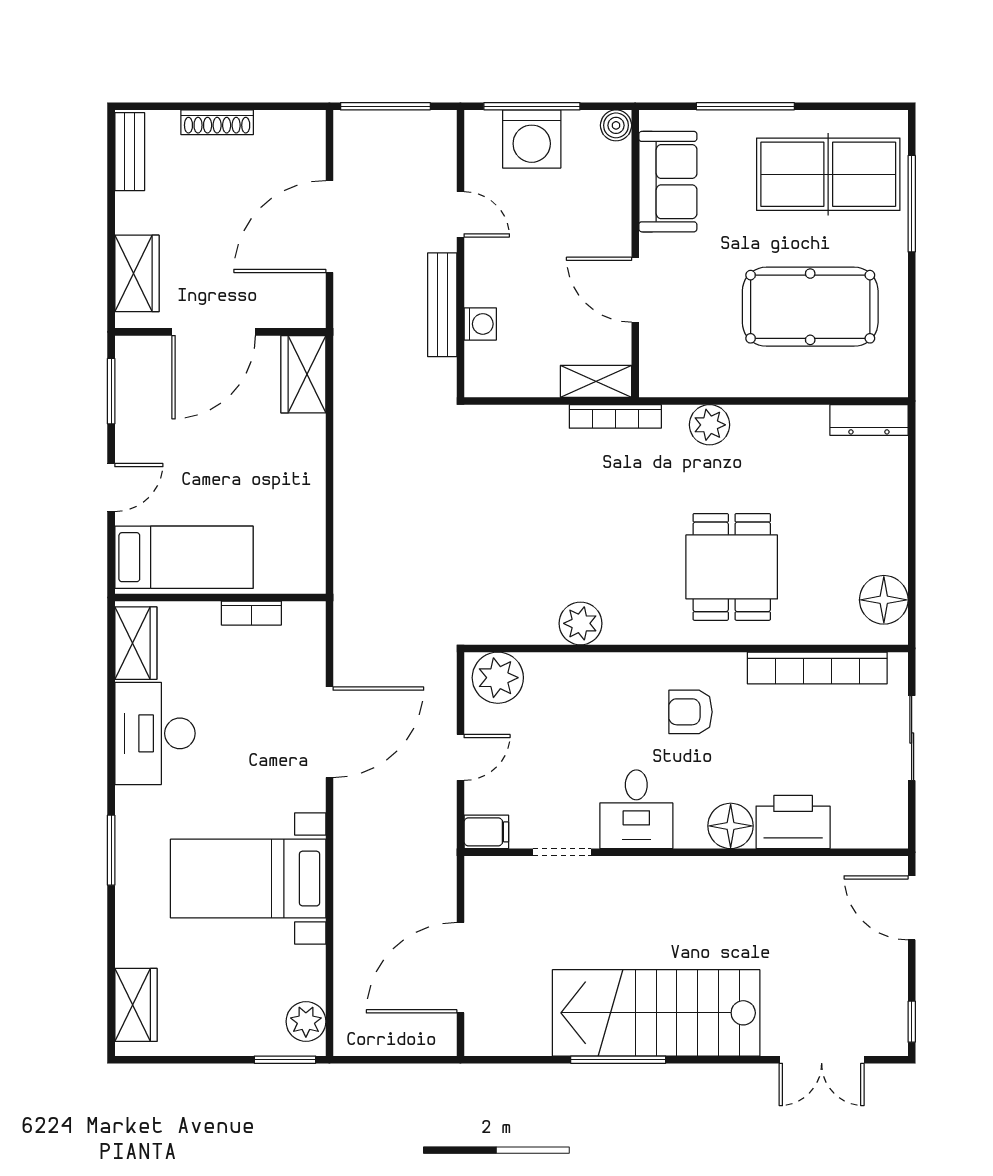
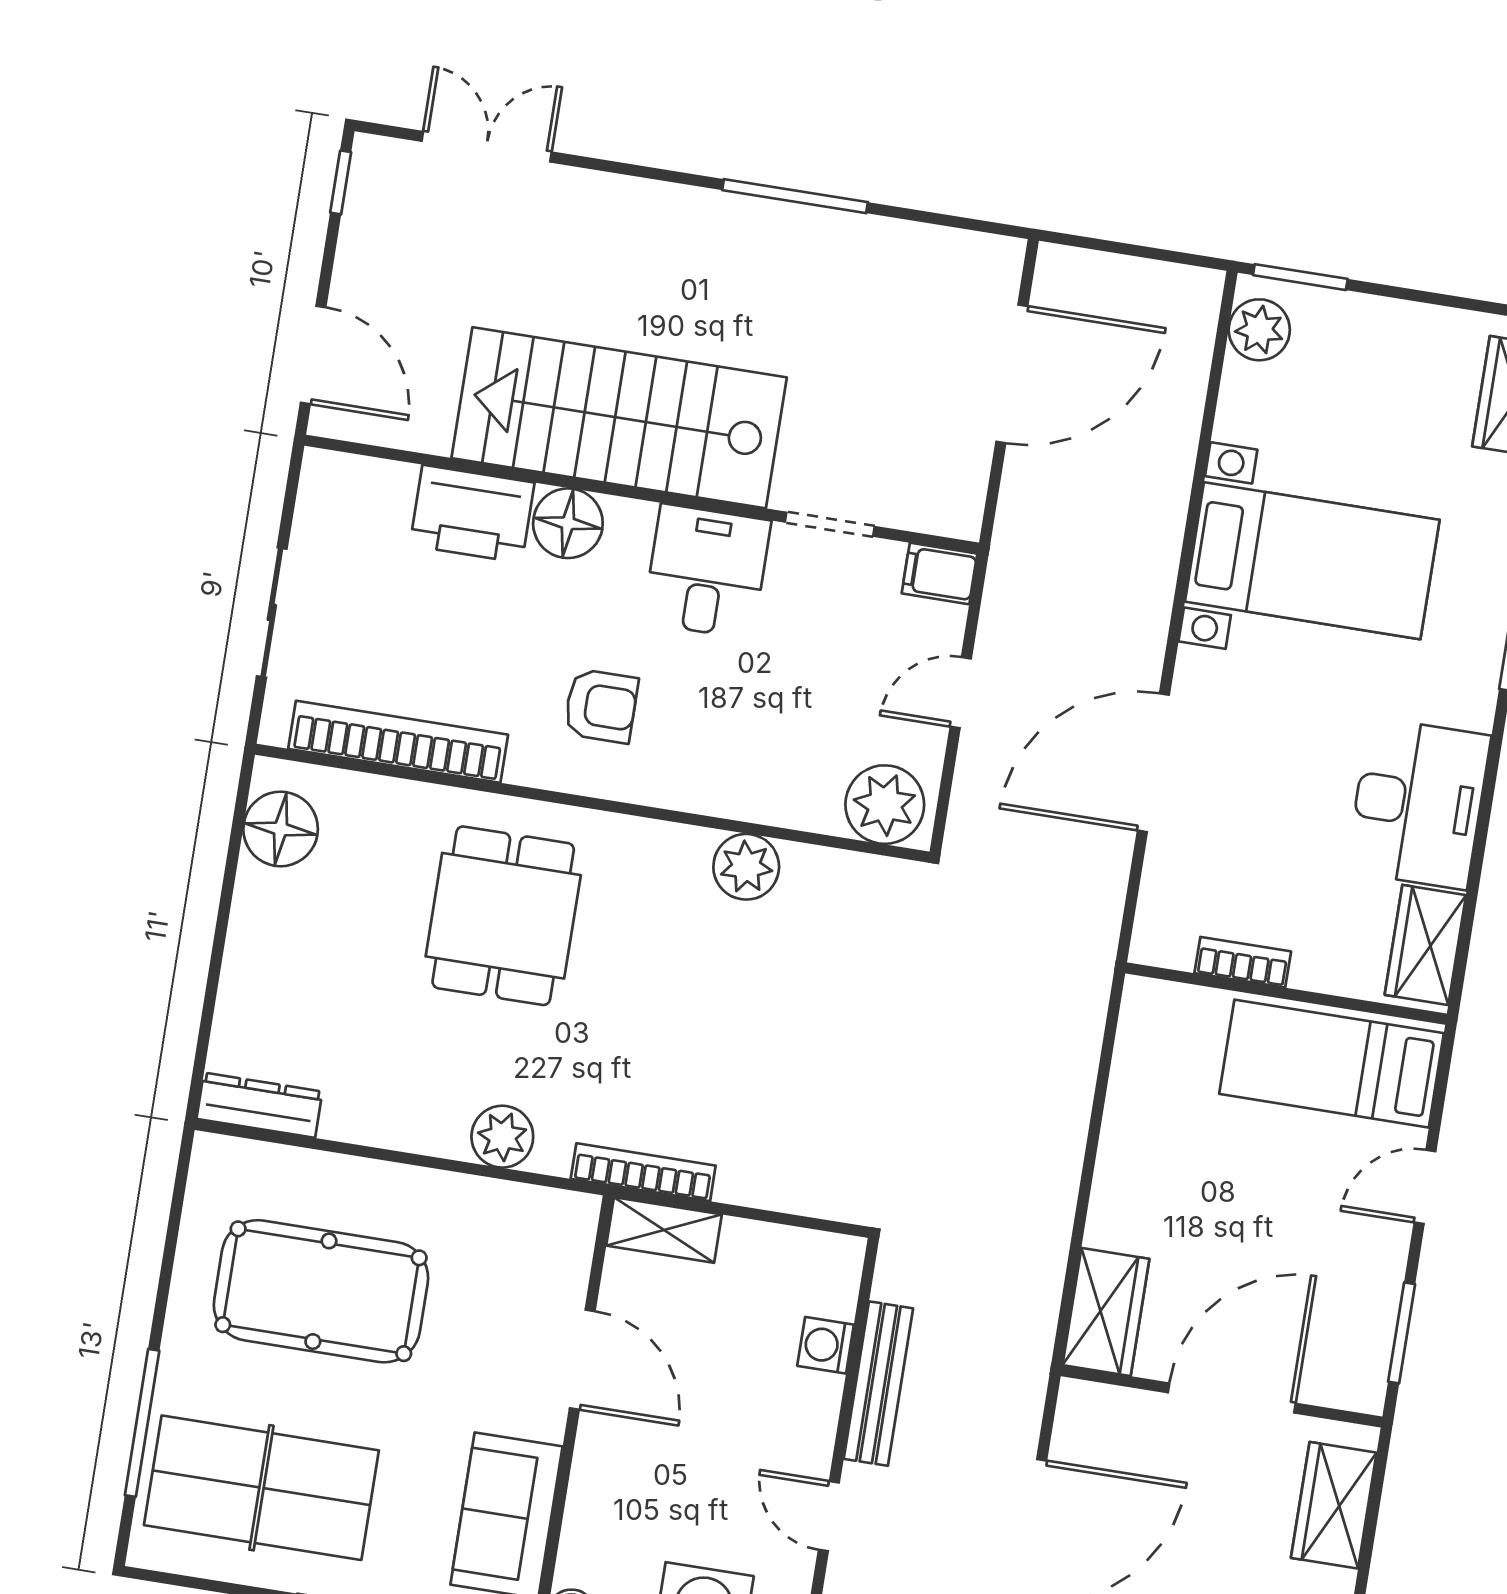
stairs: (656, 1013) -> (619, 418), moved, turned 180

